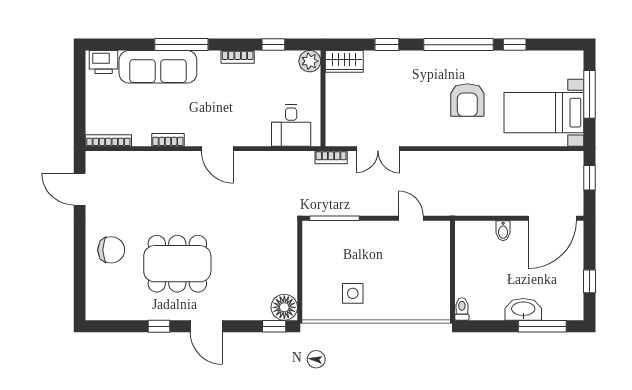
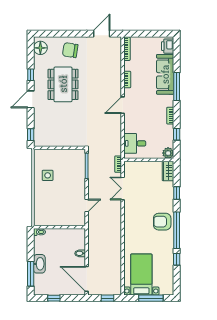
armchair: (467, 100) -> (162, 222), moved
chair: (111, 250) -> (70, 50), turned 99
floor lamp: (284, 307) -> (40, 48), moved

